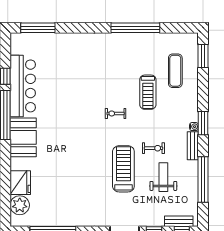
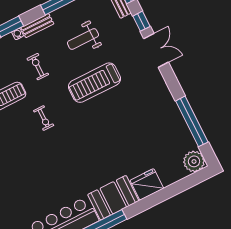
exercise bike: (153, 148) -> (38, 67), moved
fridge: (20, 183) -> (147, 184), moved
plant: (20, 205) -> (194, 161), moved

